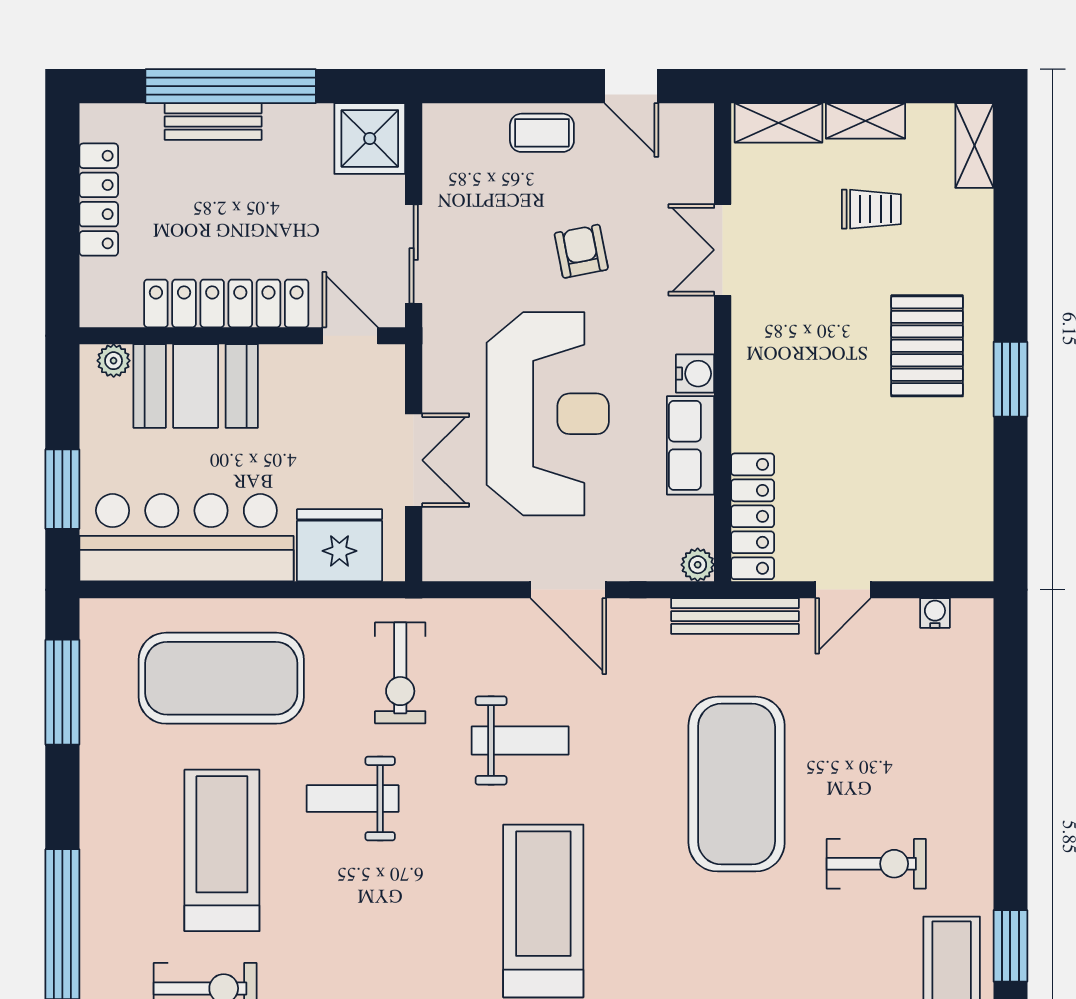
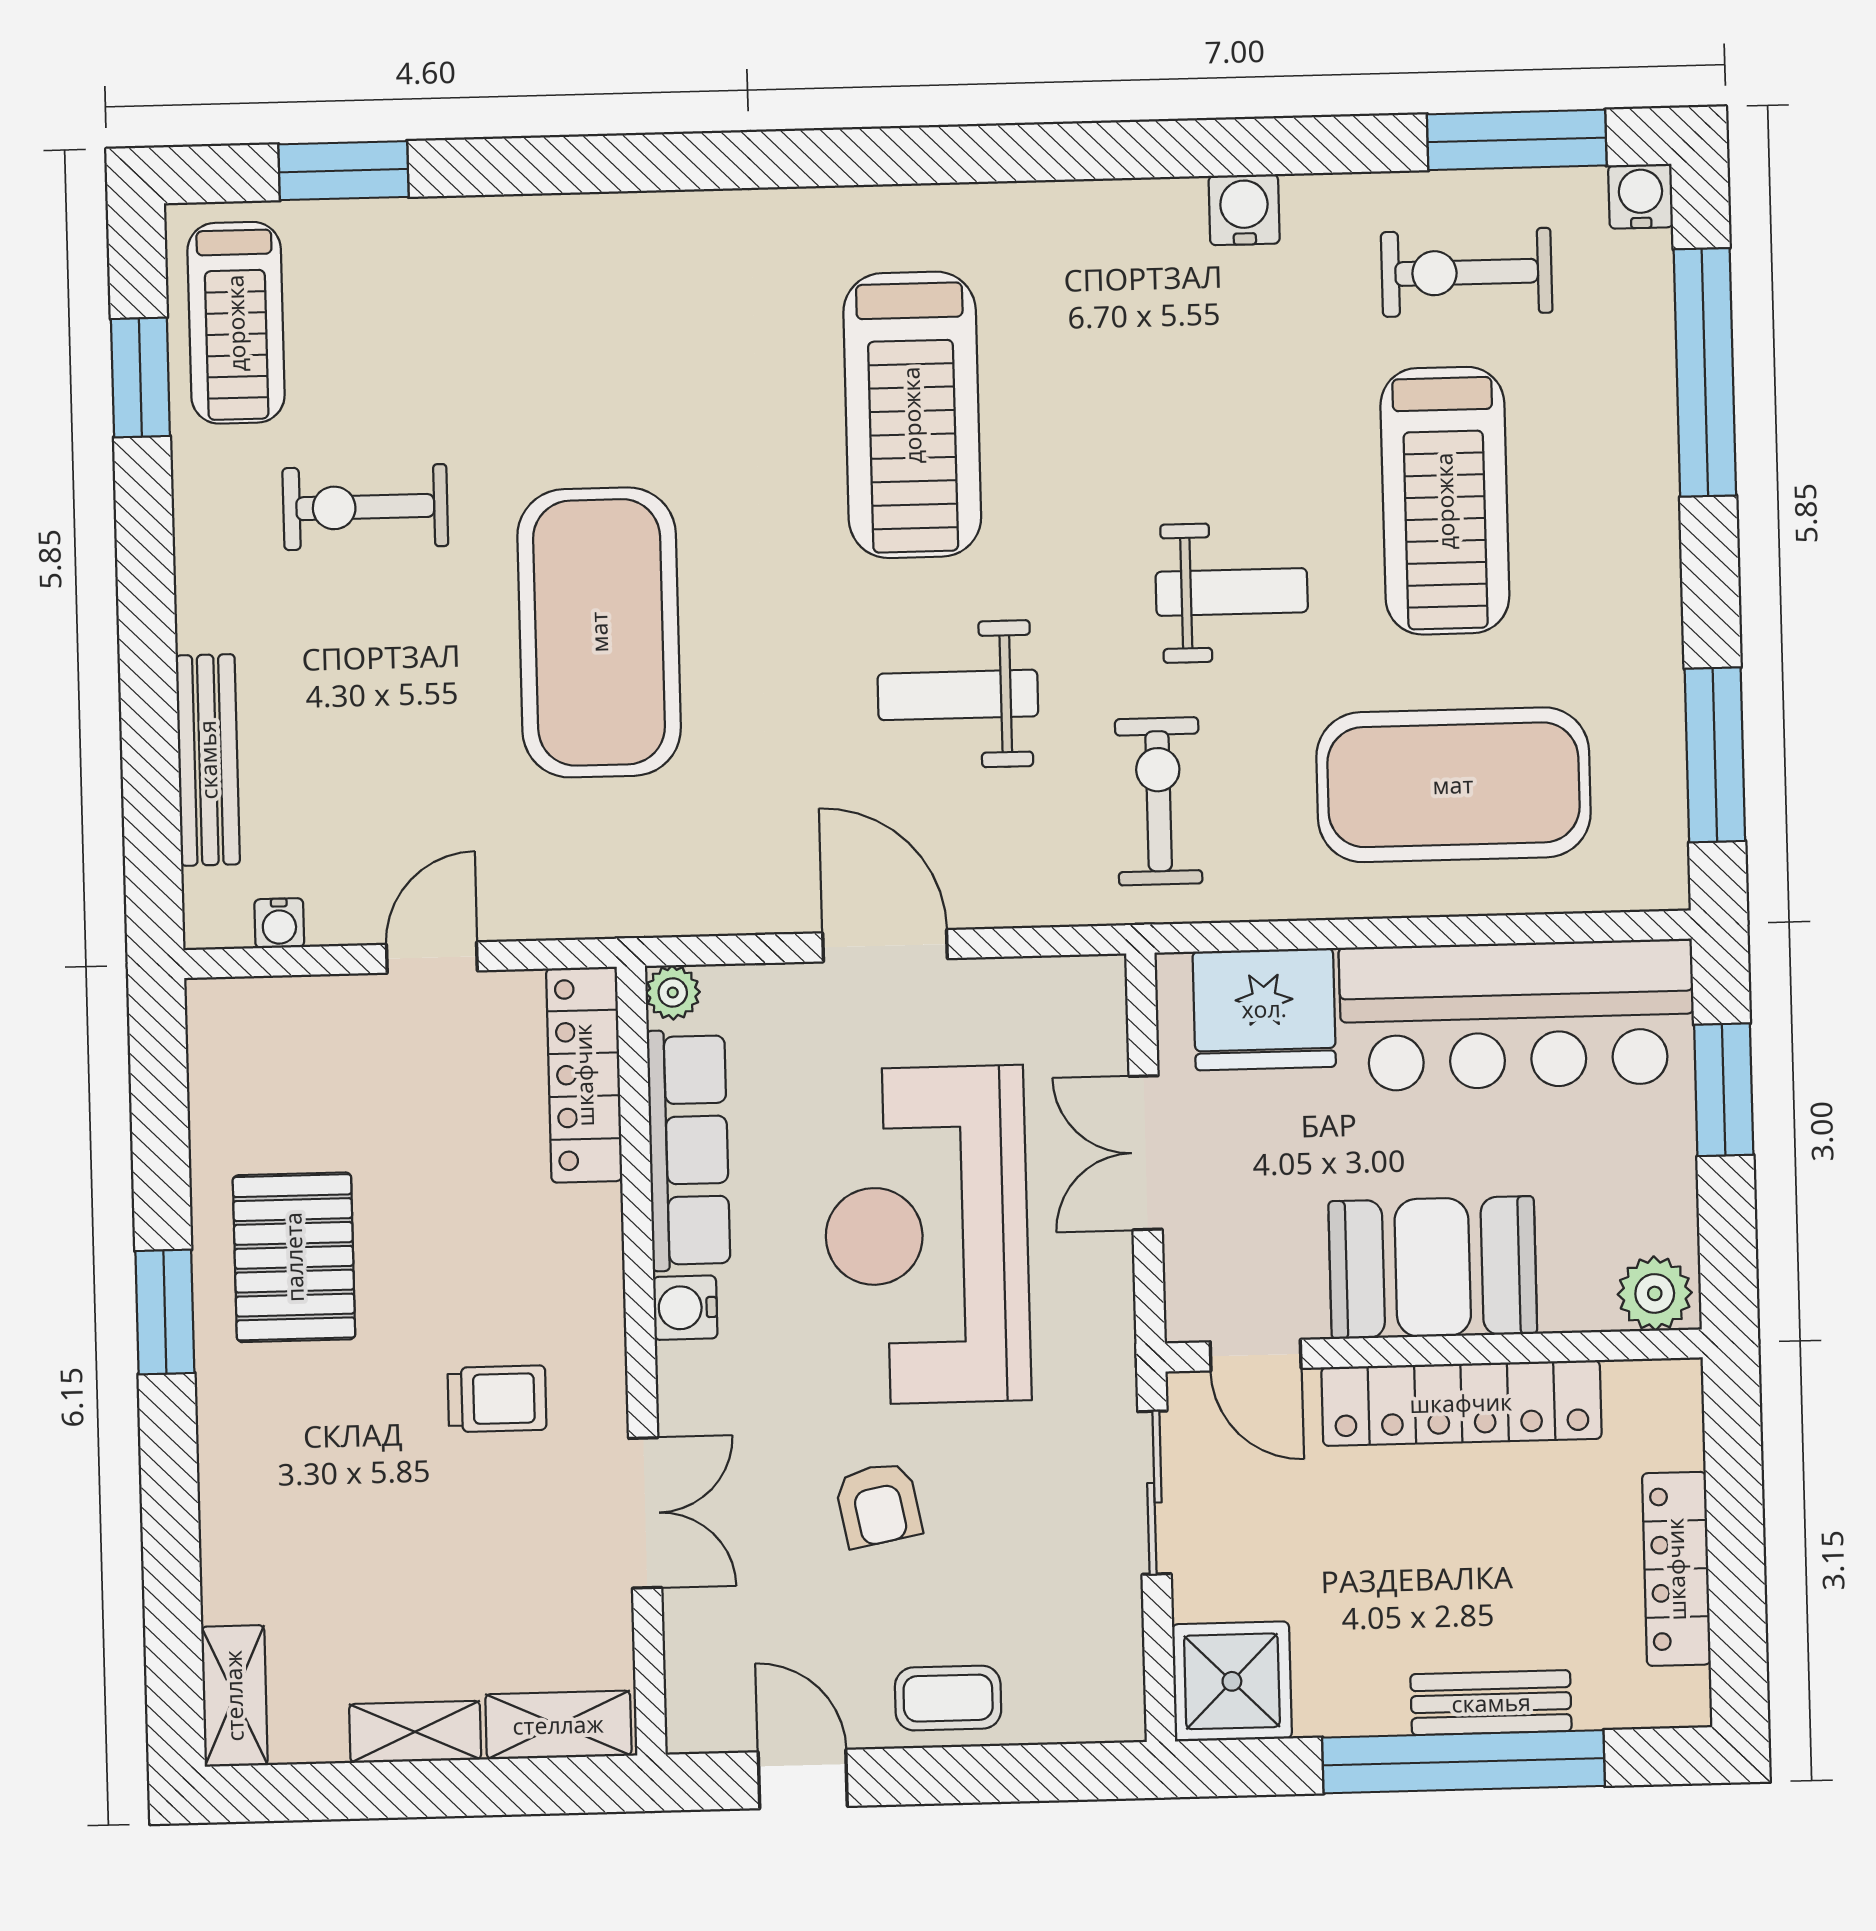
trolley: (871, 209) -> (497, 1399), moved, turned 180
pallet: (927, 346) -> (294, 1257), moved
plant: (114, 361) -> (1655, 1293), width x1.38, depth x1.38
booth: (196, 386) -> (1433, 1268), moved
row of seats: (691, 445) -> (688, 1150), width x1.48
bench: (735, 616) -> (208, 760), moved, turned 90

